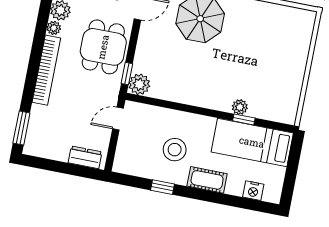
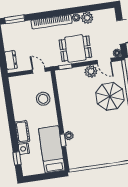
plant: (139, 84) -> (91, 71), moved
stool: (175, 150) -> (43, 99), moved
window: (163, 187) -> (17, 158), moved
nightstand: (253, 191) -> (24, 149), moved

